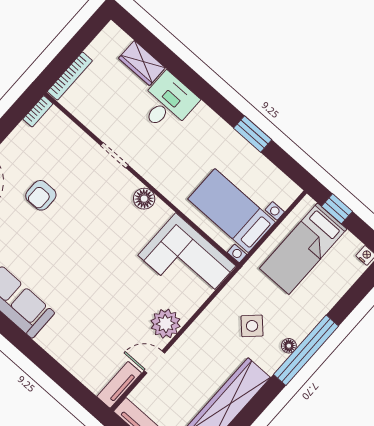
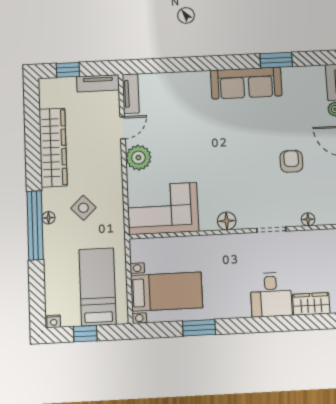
floor lamp: (75, 134) -> (308, 219), added
window: (337, 209) -> (85, 334), moved
bed with nightstands: (232, 211) -> (167, 292), moved

